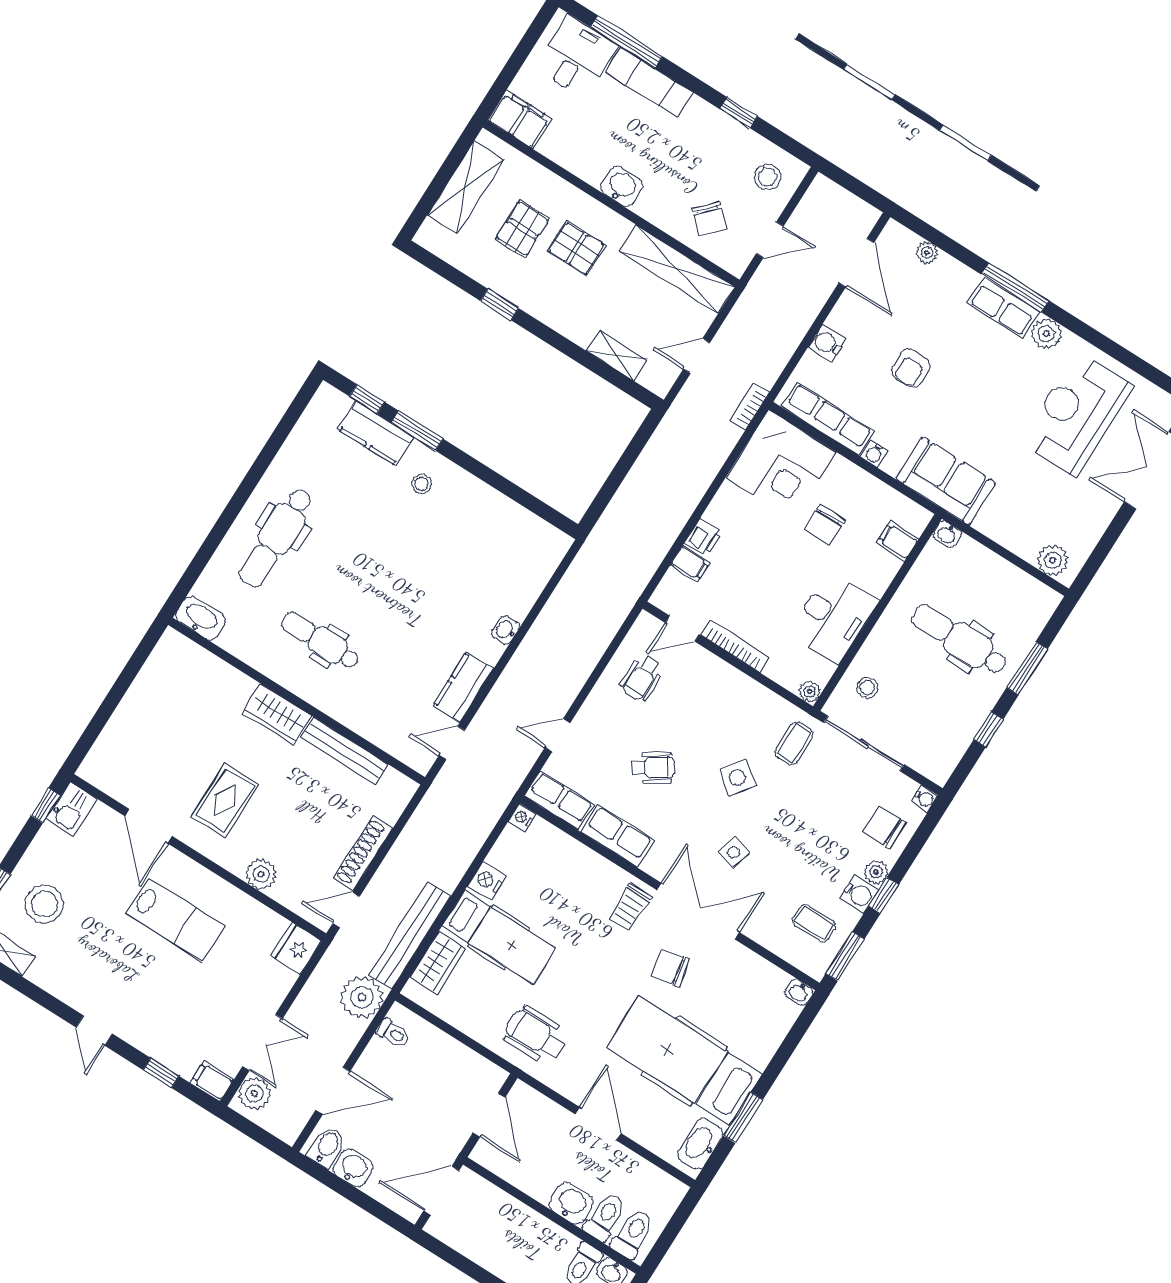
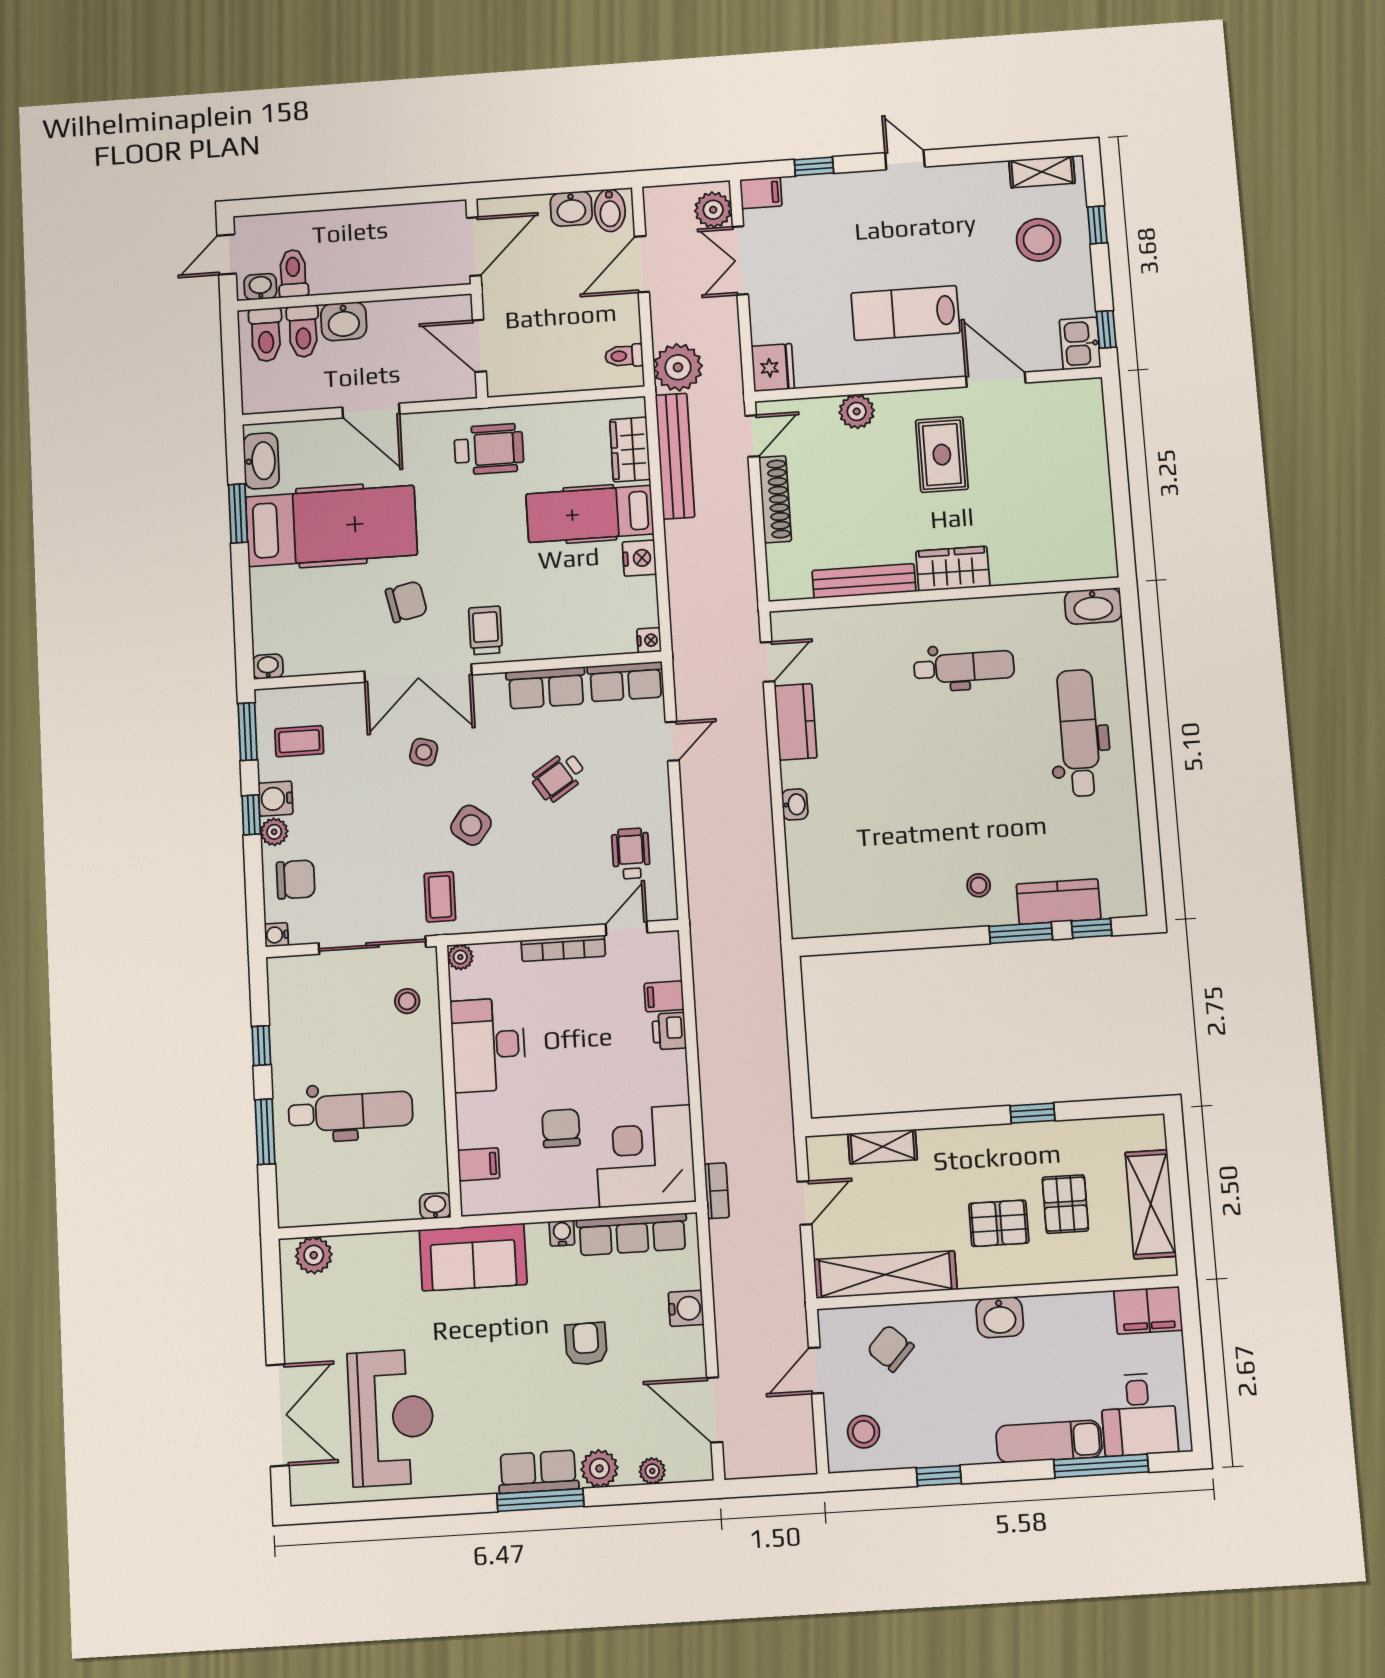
plant: (1046, 334) -> (599, 1469), moved

